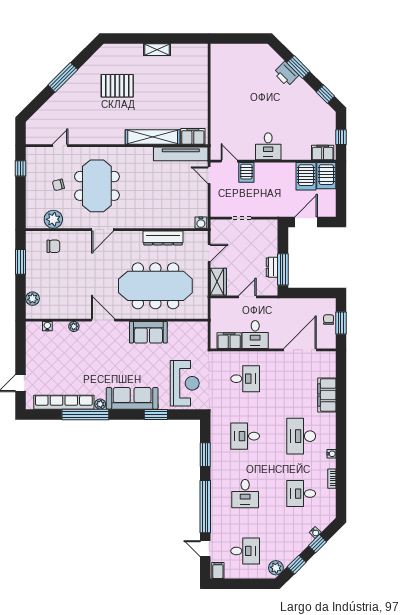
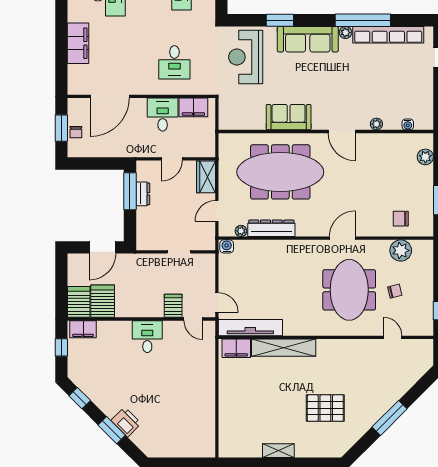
door: (60, 146) -> (393, 337), swing flipped
plant: (189, 236) -> (241, 231), added
desk: (245, 379) -> (174, 62), turned -90

